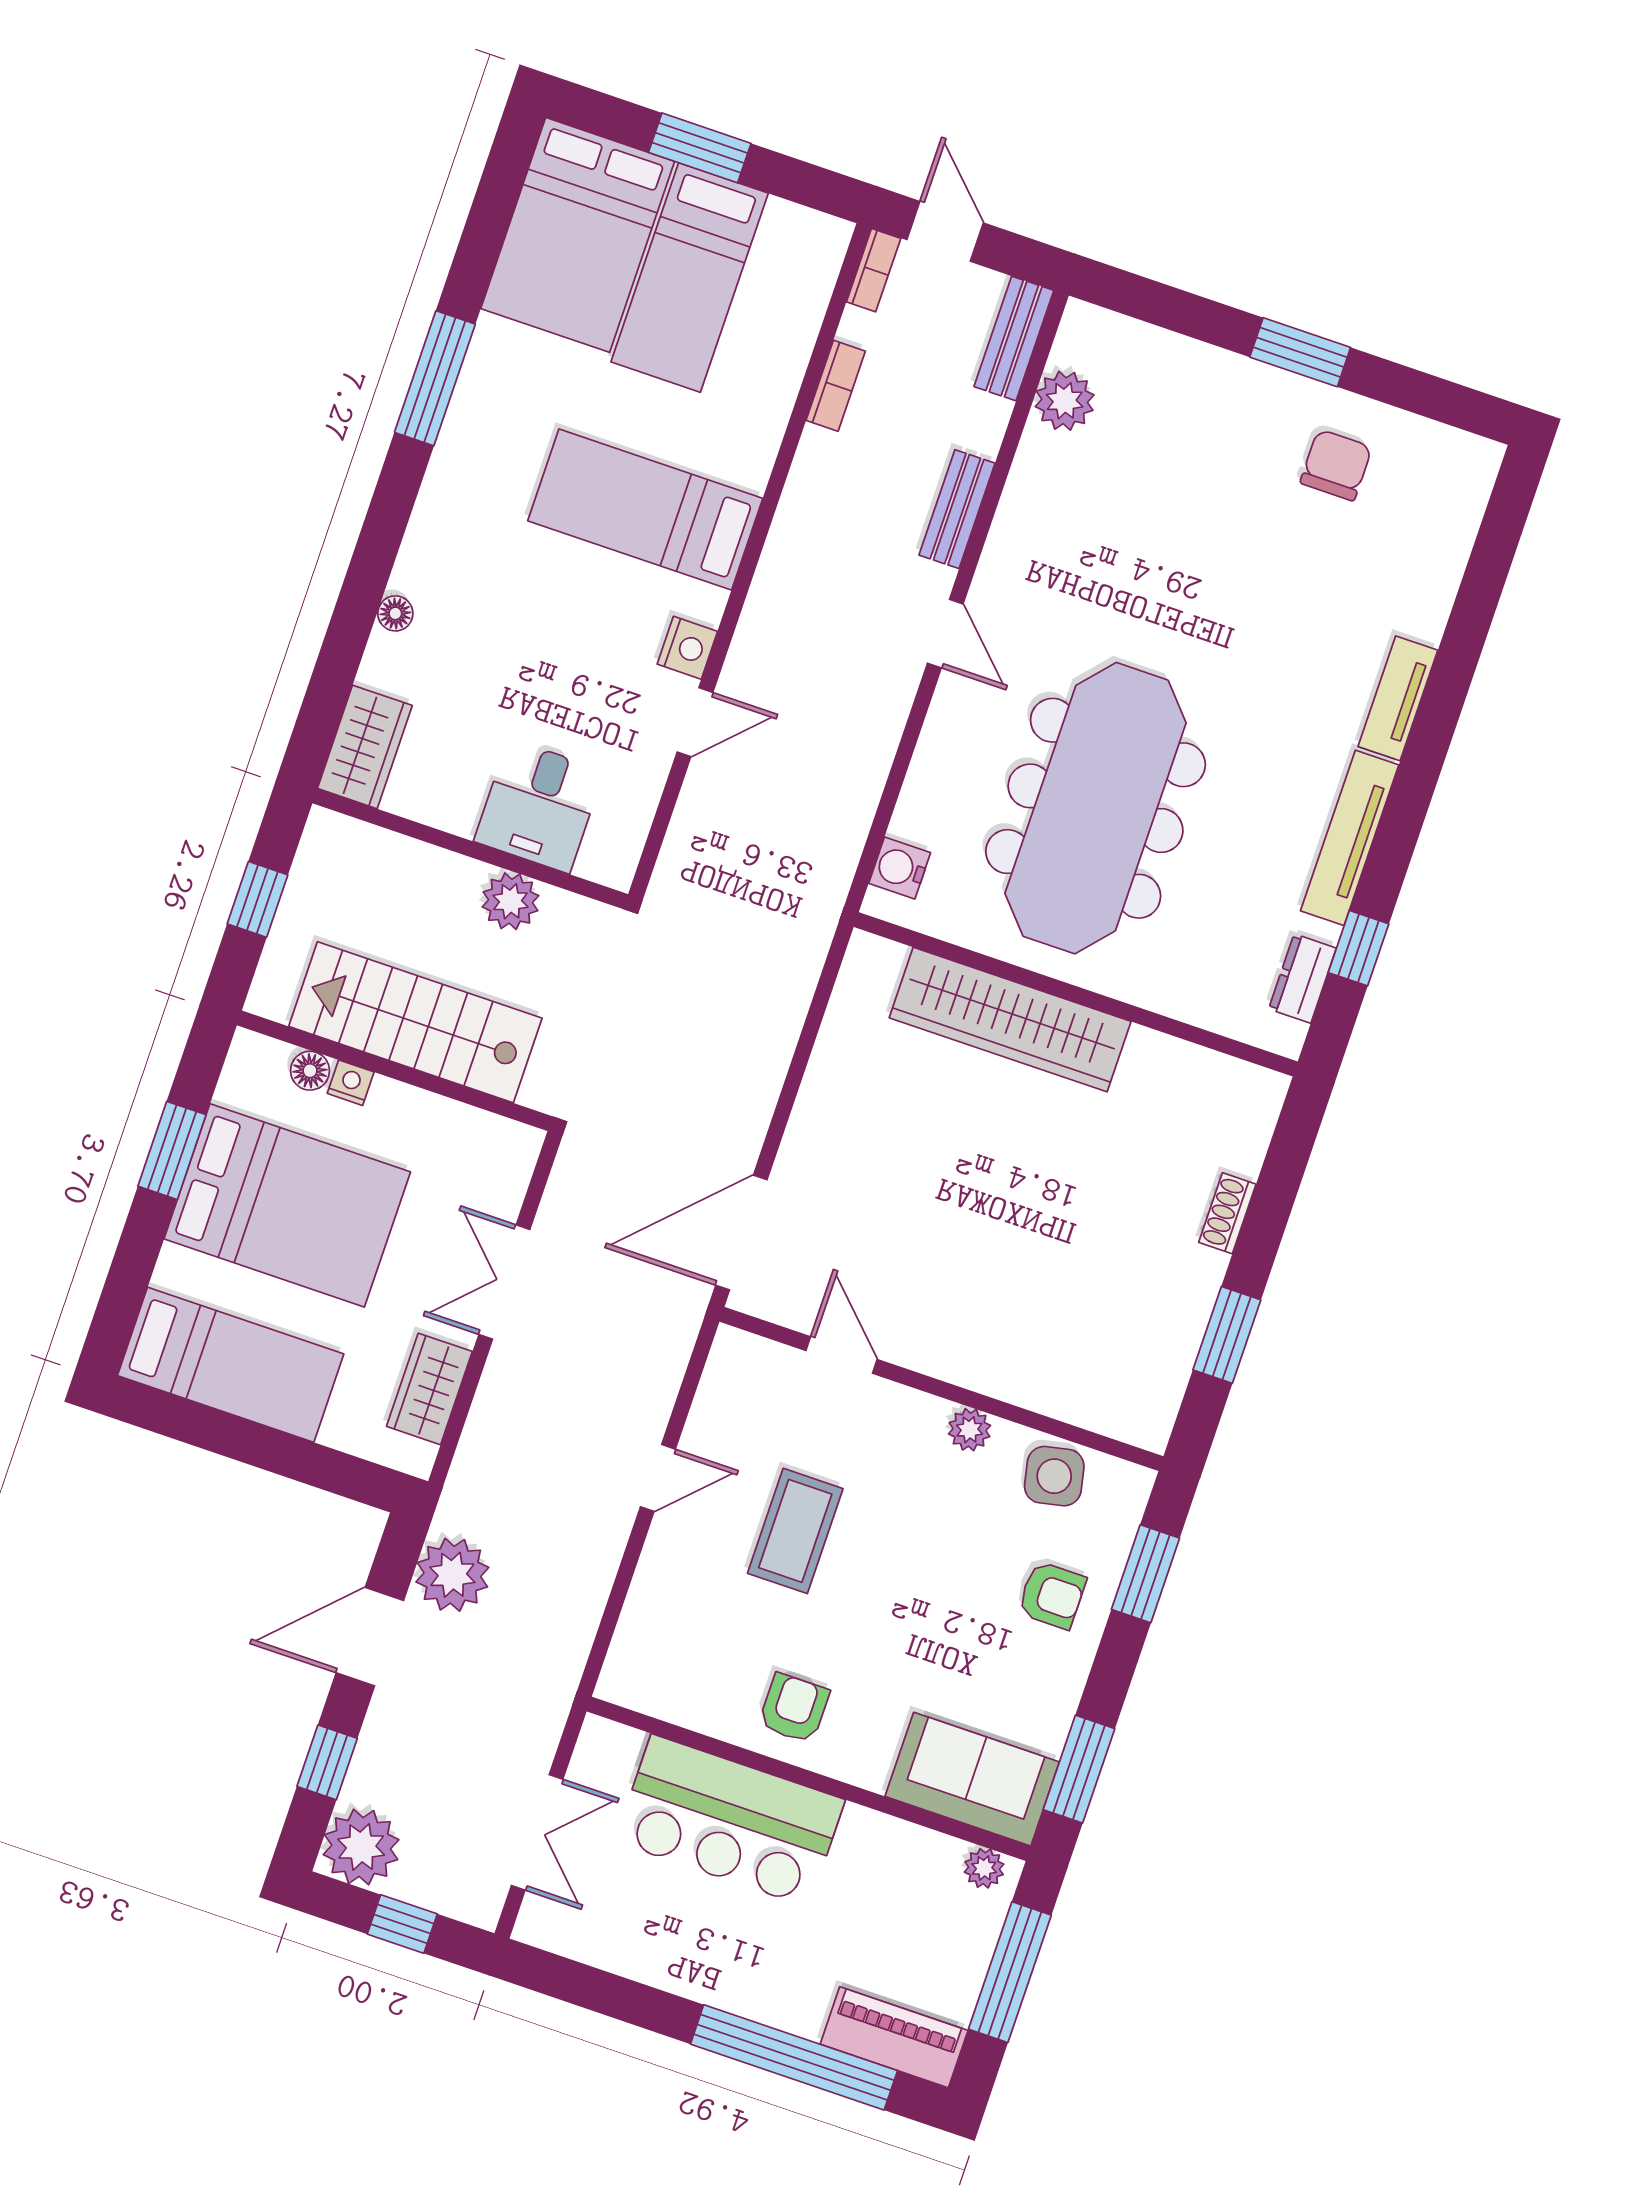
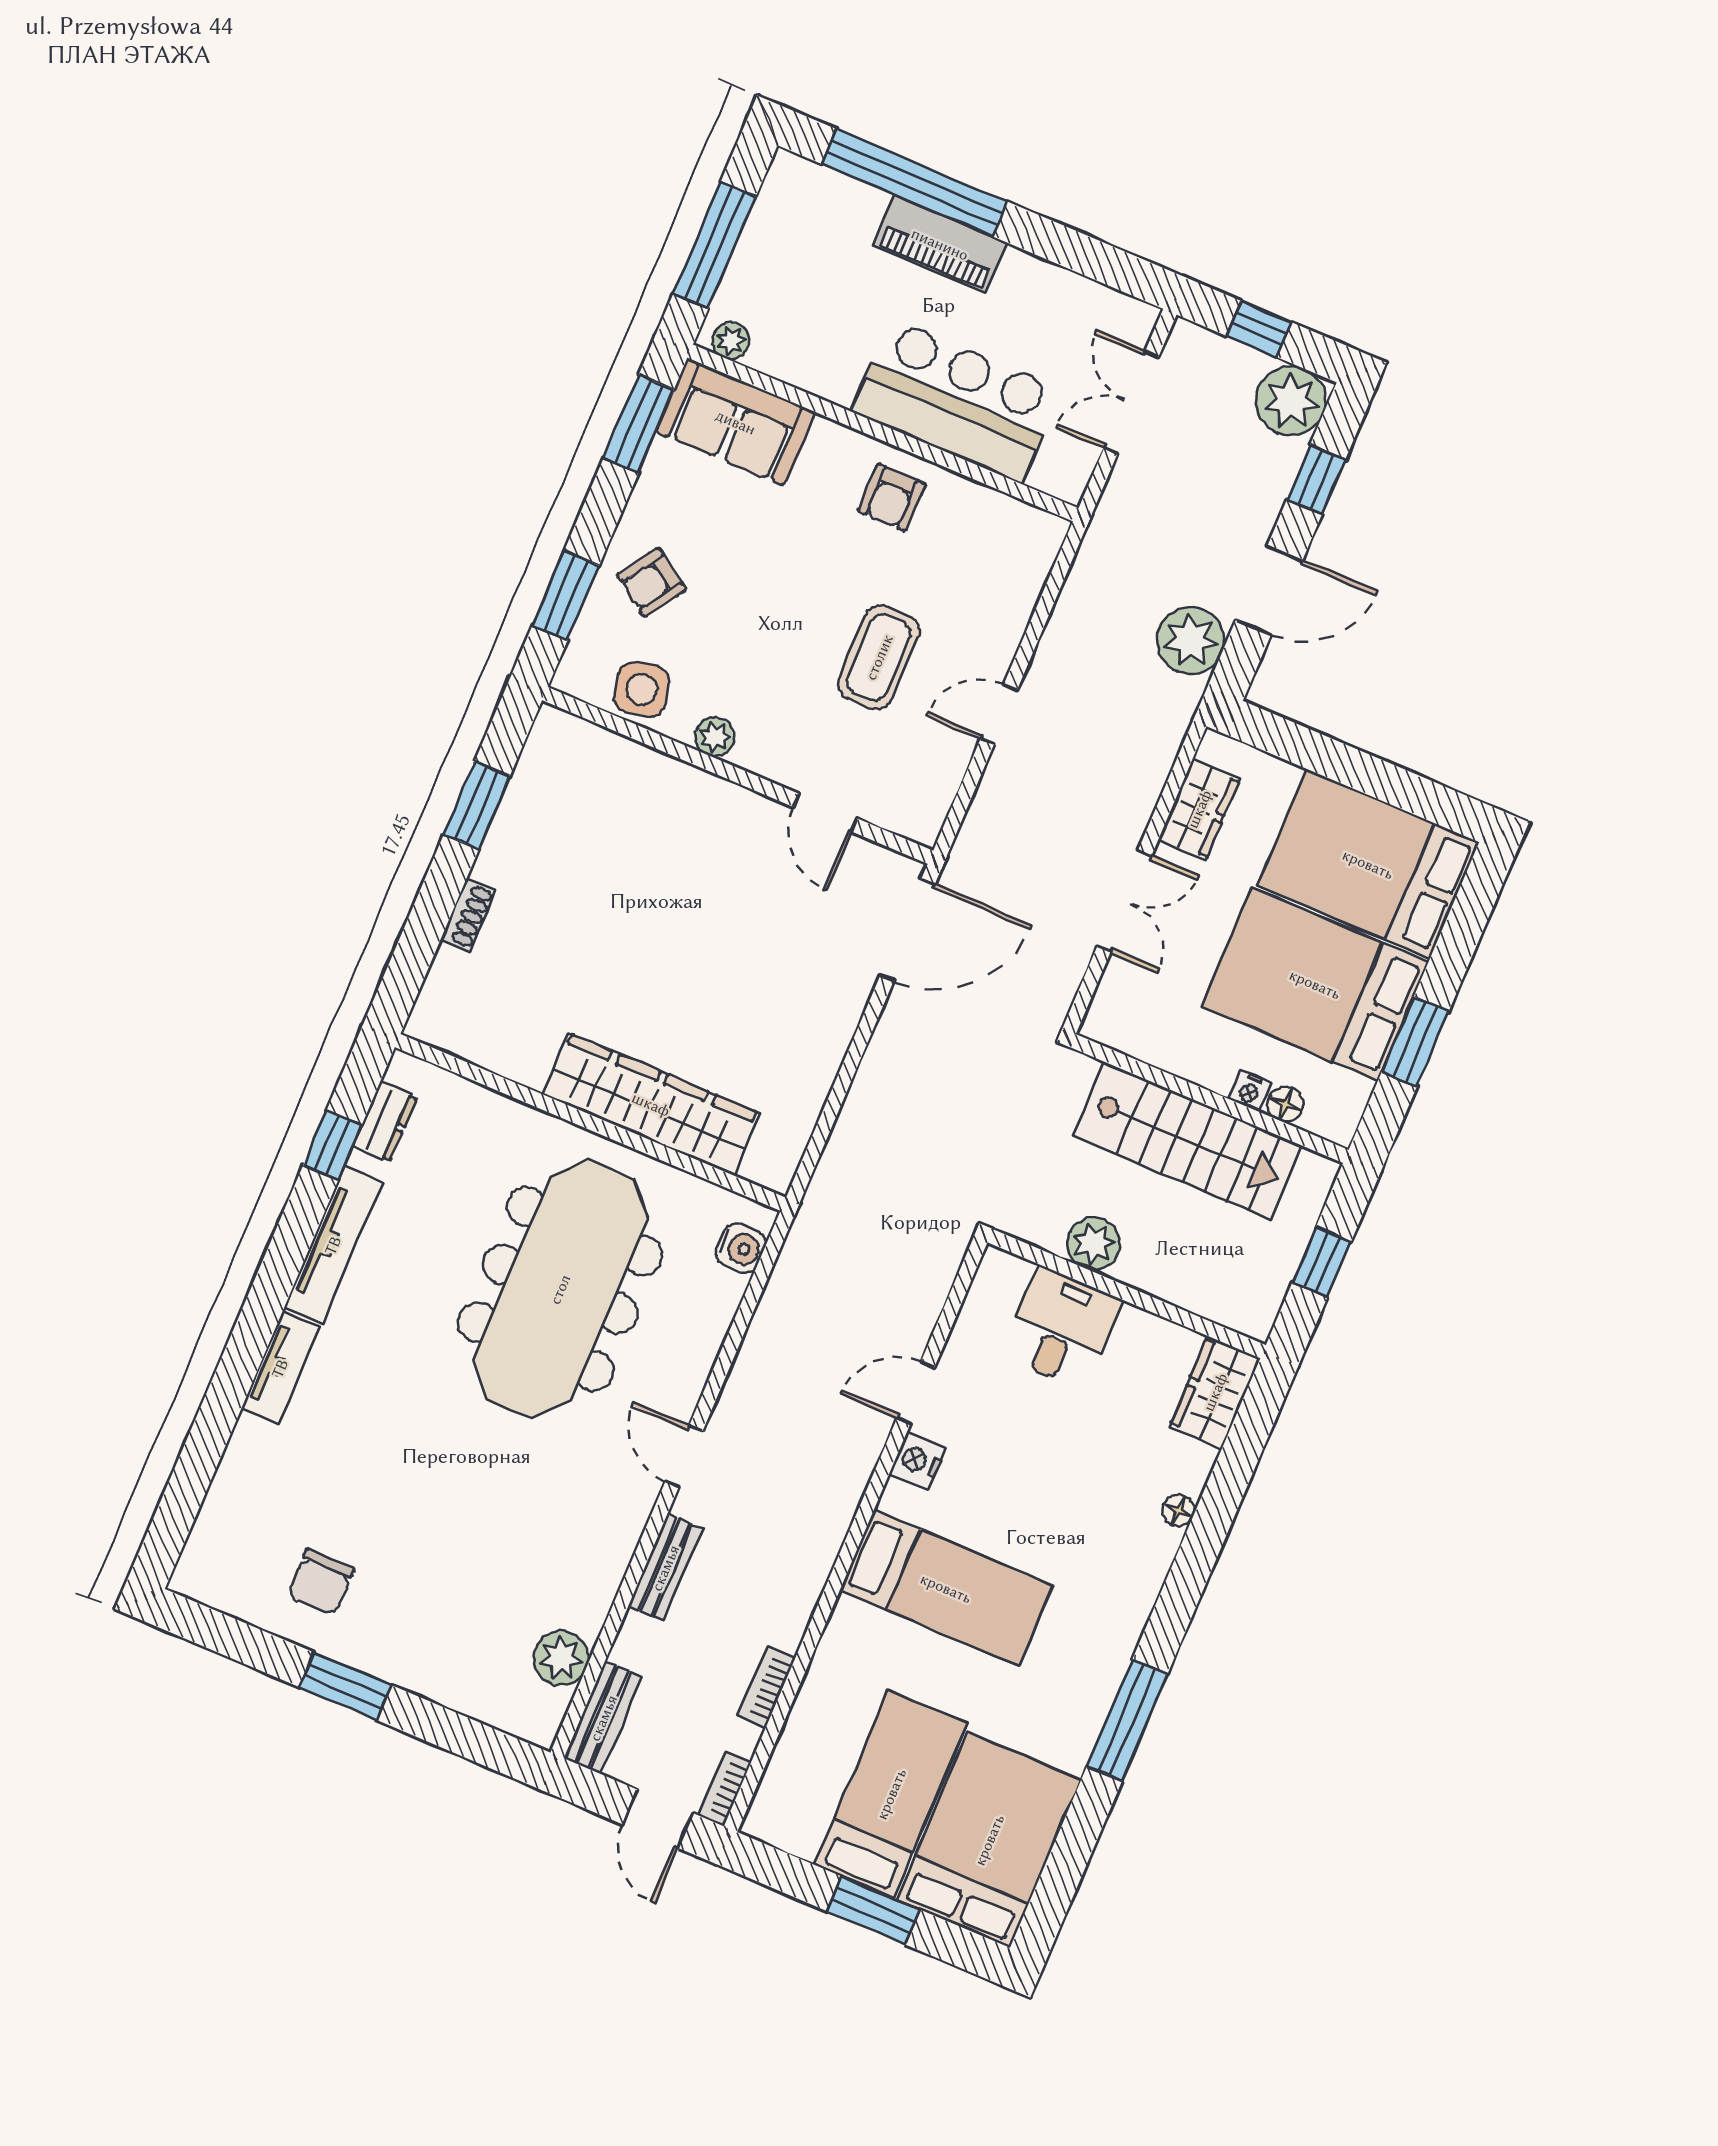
bed: (231, 1365) -> (1368, 864), width x1.50
armchair: (1052, 1595) -> (652, 582), turned -56
piano: (894, 2037) -> (940, 244), moved

